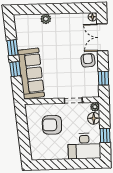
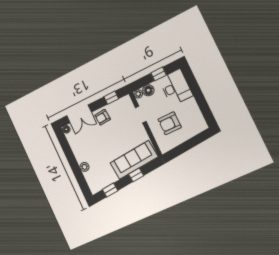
window: (13, 48) -> (110, 190), moved
armchair: (52, 125) -> (170, 123), turned 90

